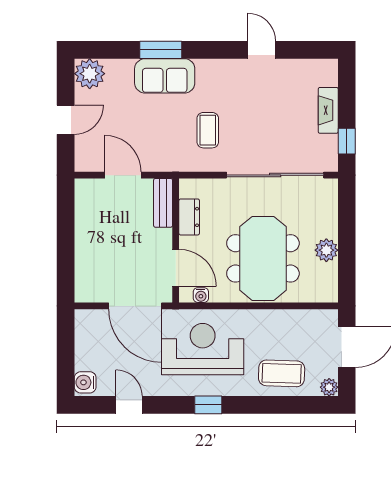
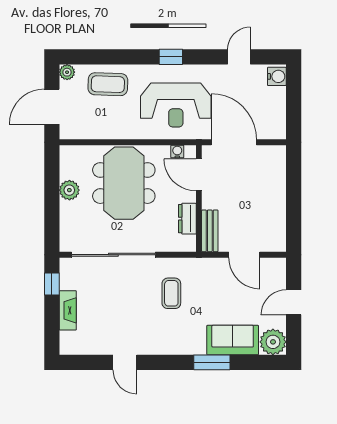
sofa: (165, 76) -> (233, 340), moved
door: (129, 405) -> (239, 57), swing flipped

